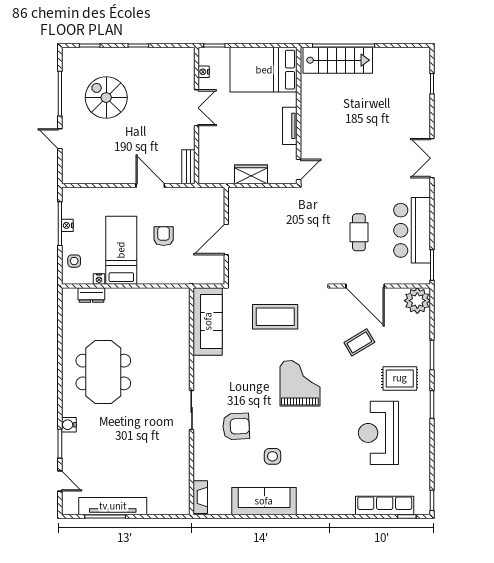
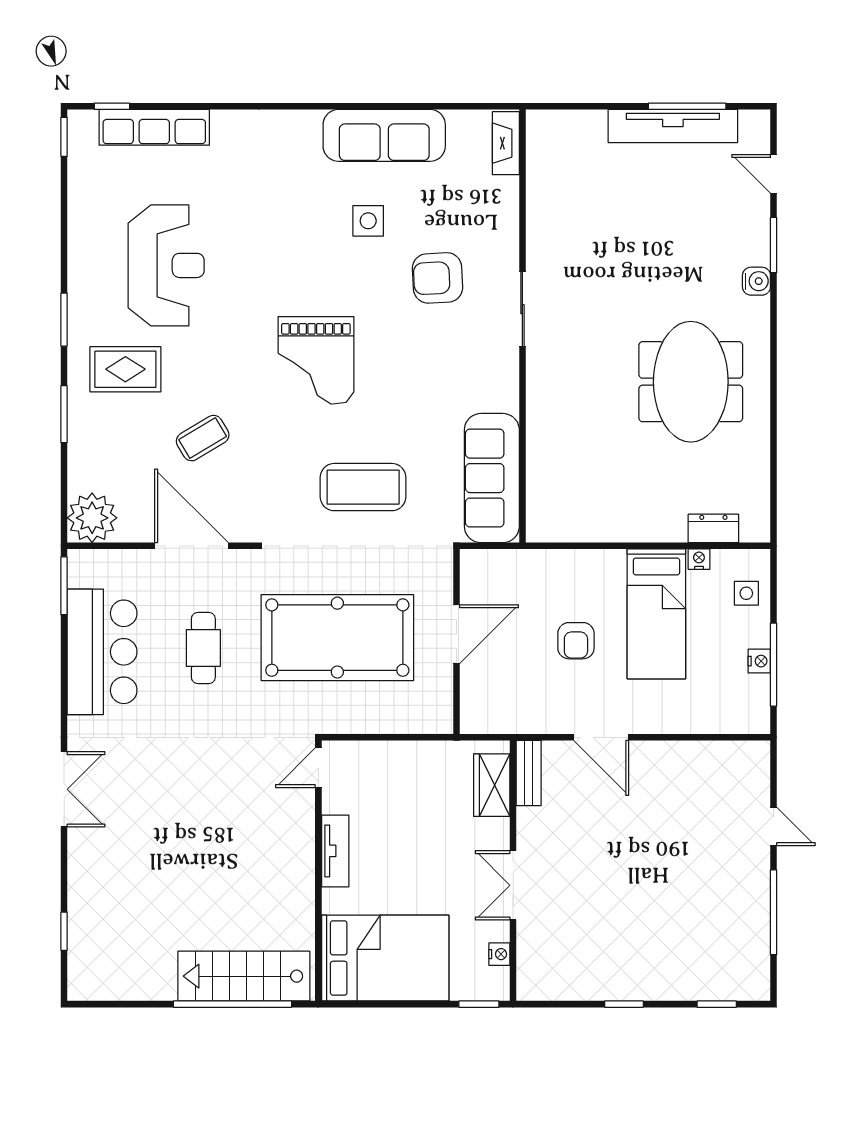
spiral stairs: (106, 98) -> (685, 905), removed
wardrobe: (251, 174) -> (492, 785), moved, turned 90
pool table: (289, 238) -> (337, 638), added

